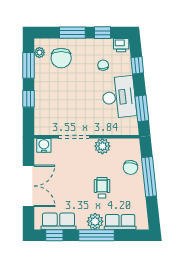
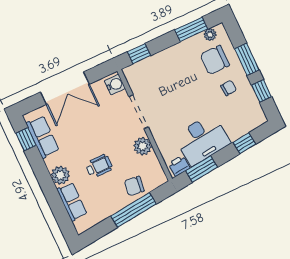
printer: (121, 45) -> (179, 166), moved, turned 84
chair: (103, 65) -> (229, 88), moved
window: (28, 99) -> (139, 54), moved
window: (97, 235) -> (47, 184), removed

